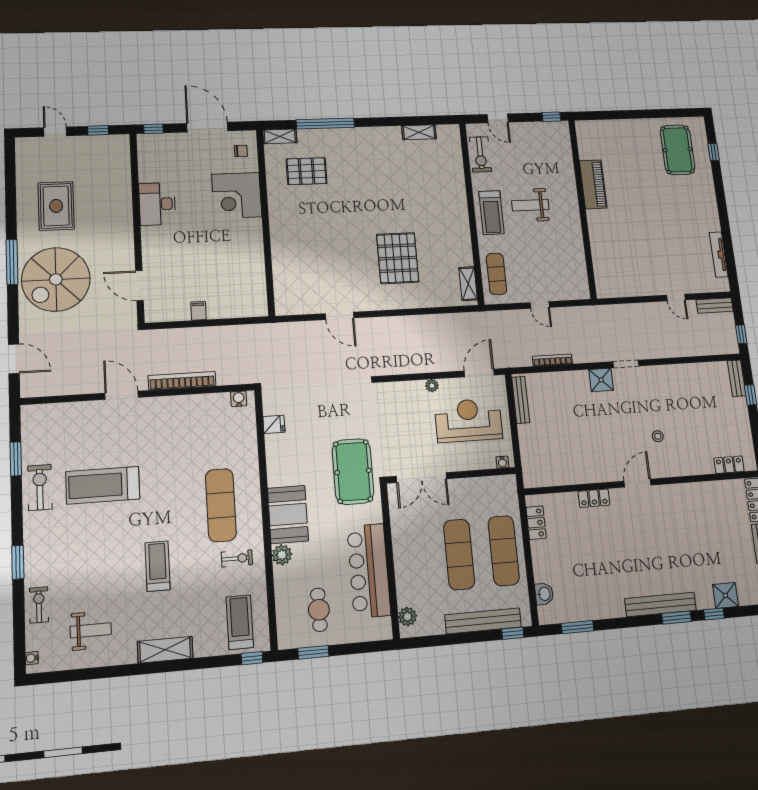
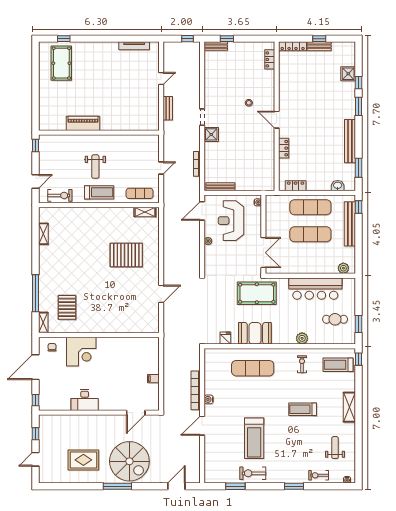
pool table: (678, 150) -> (61, 63), turned 90
bench: (715, 305) -> (168, 108), moved
door: (479, 373) -> (202, 211), hinge flipped
water cooler: (239, 399) -> (209, 399), moved
exercise mat: (221, 505) -> (253, 368), moved
booth: (288, 515) -> (255, 333), moved
bench: (660, 605) -> (350, 141), moved

